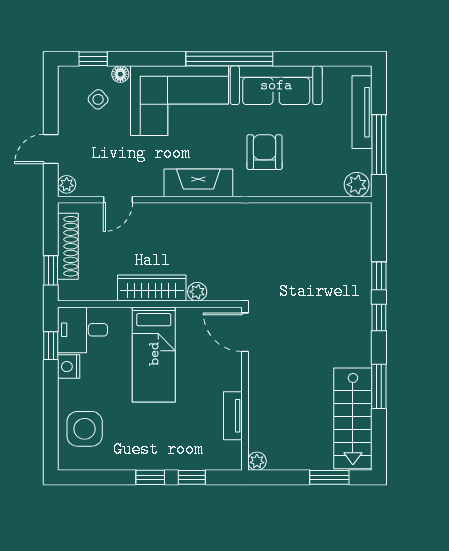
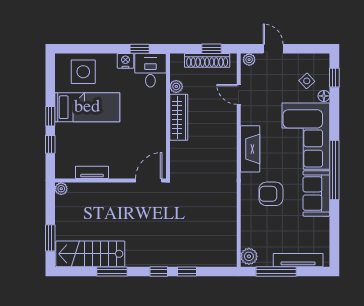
sofa: (276, 85) -> (316, 193), width x0.73
armchair: (264, 152) -> (271, 194), turned 180
window: (51, 270) -> (211, 49), moved
plant: (197, 292) -> (176, 86), moved
bed: (154, 354) -> (87, 107), moved, turned 180

